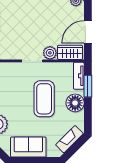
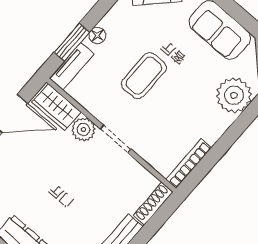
coffee table: (44, 99) -> (144, 76), width x0.73, depth x0.76
floor lamp: (75, 103) -> (97, 35), width x0.53, depth x0.53

